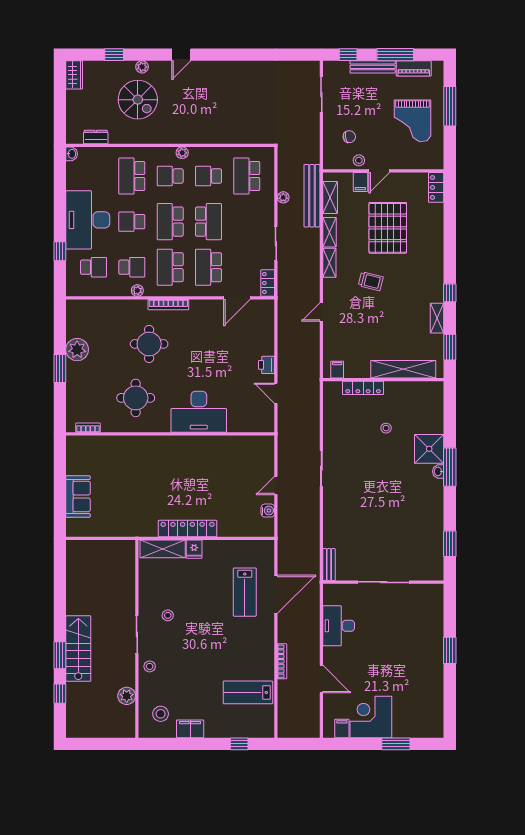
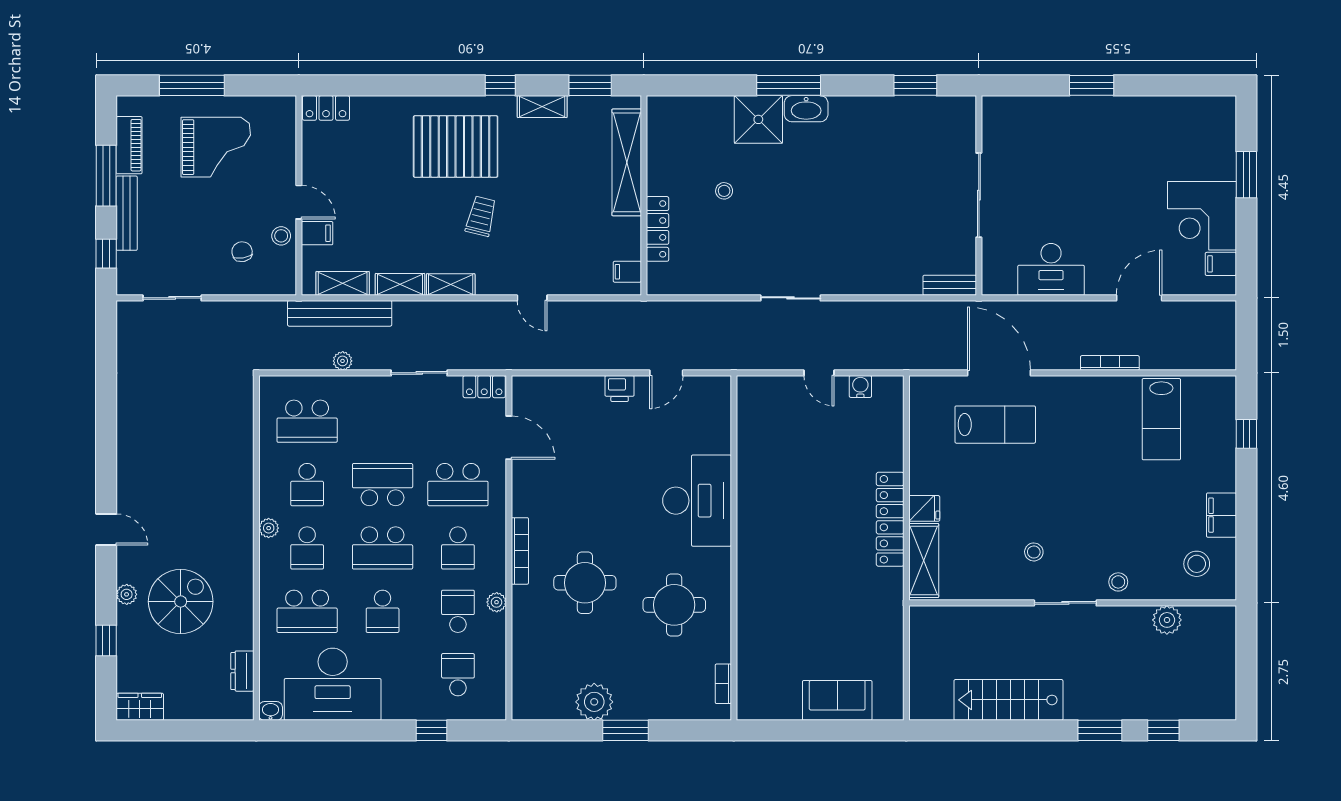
desk: (88, 220) -> (333, 684), moved
pallet: (388, 228) -> (456, 146), moved
school desk: (170, 267) -> (458, 548), width x0.54
washbasin: (438, 471) -> (806, 109), width x1.91, depth x1.45
stairs: (78, 649) -> (1008, 700), moved

